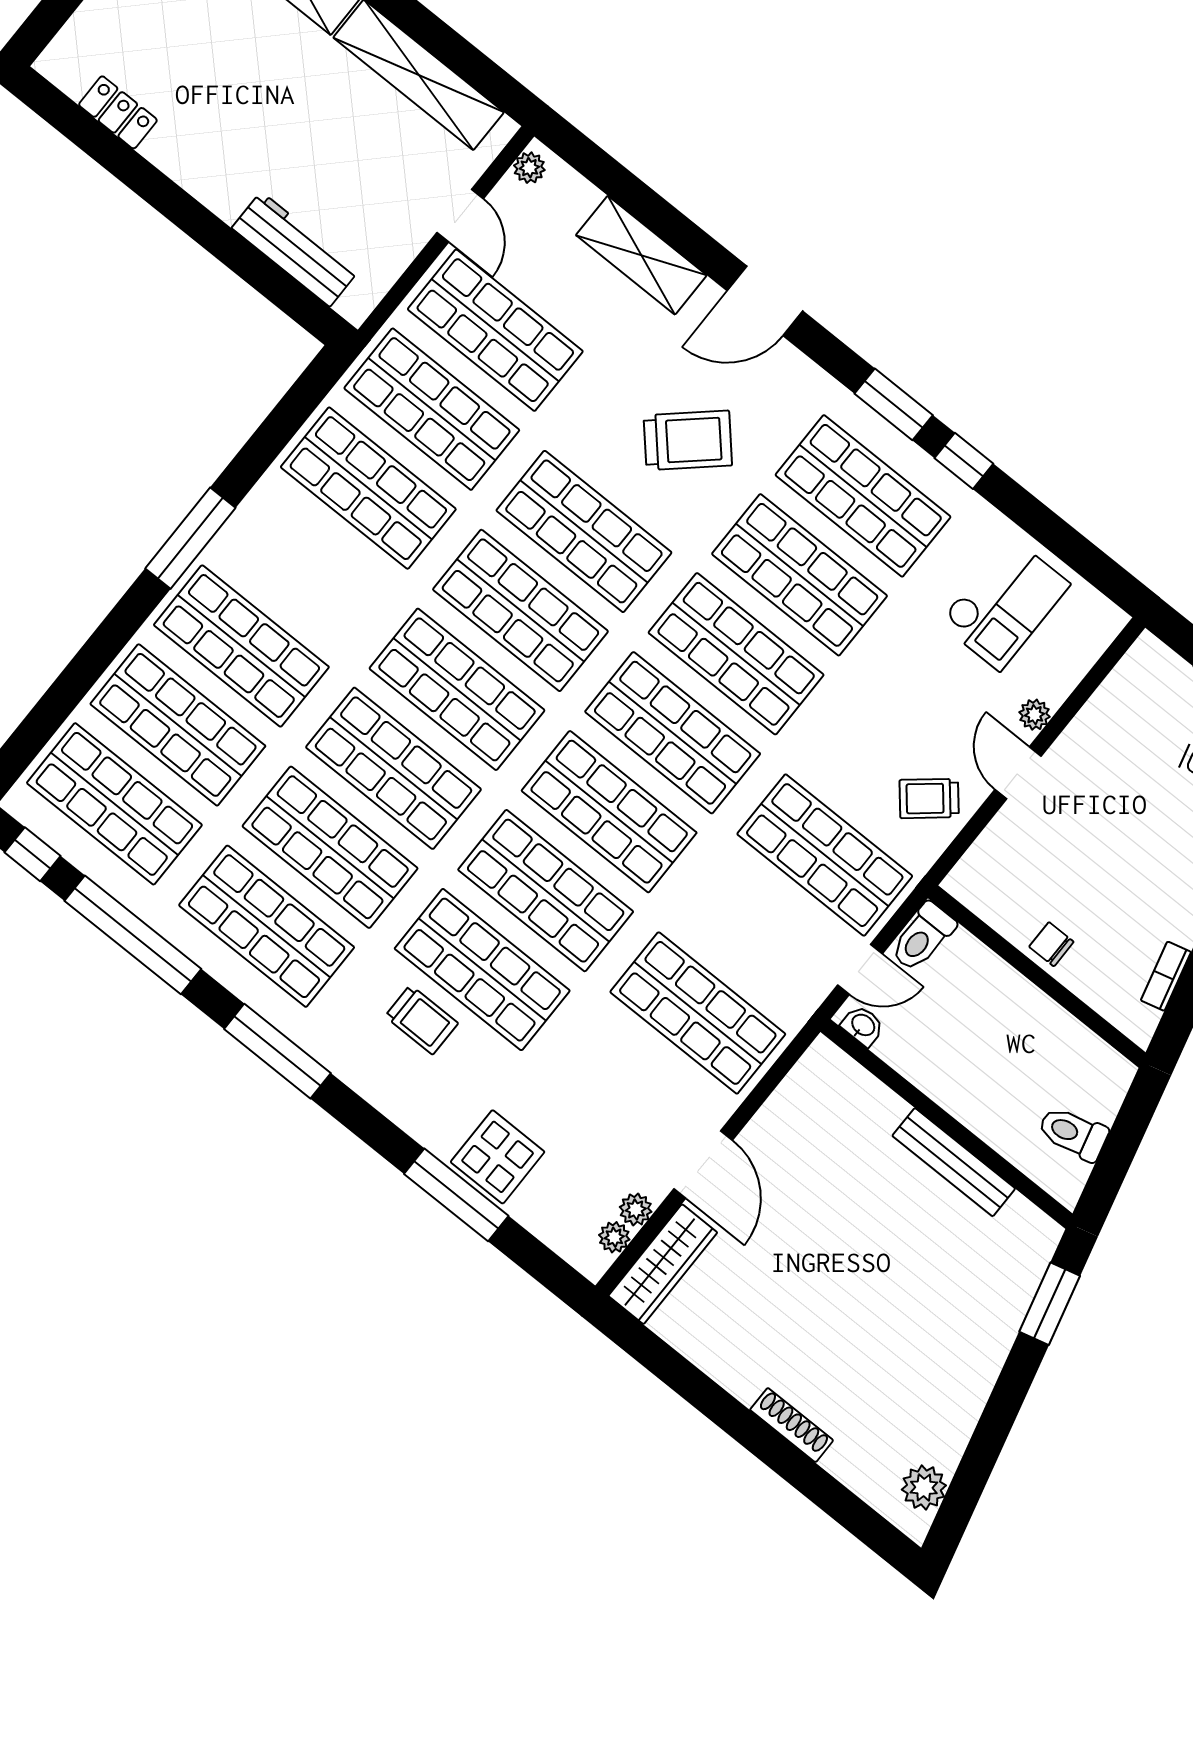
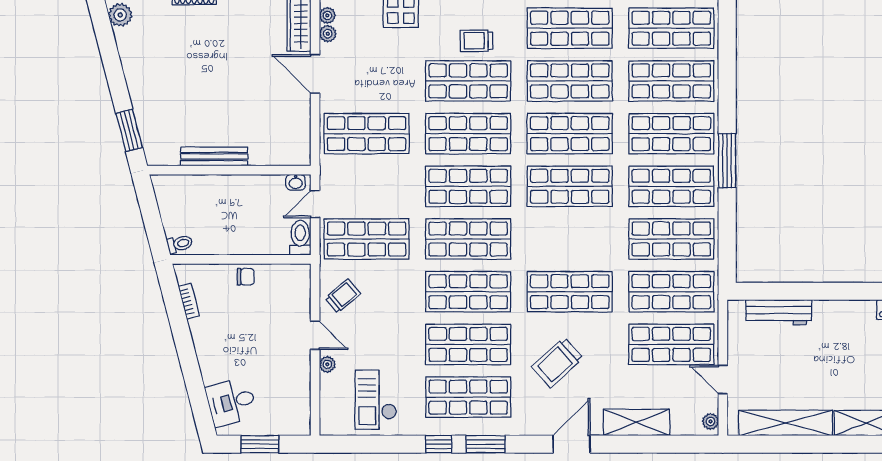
shop shelf: (520, 610) -> (671, 186), moved
toilet: (1073, 1133) -> (180, 244), moved, width x0.73, depth x0.72

